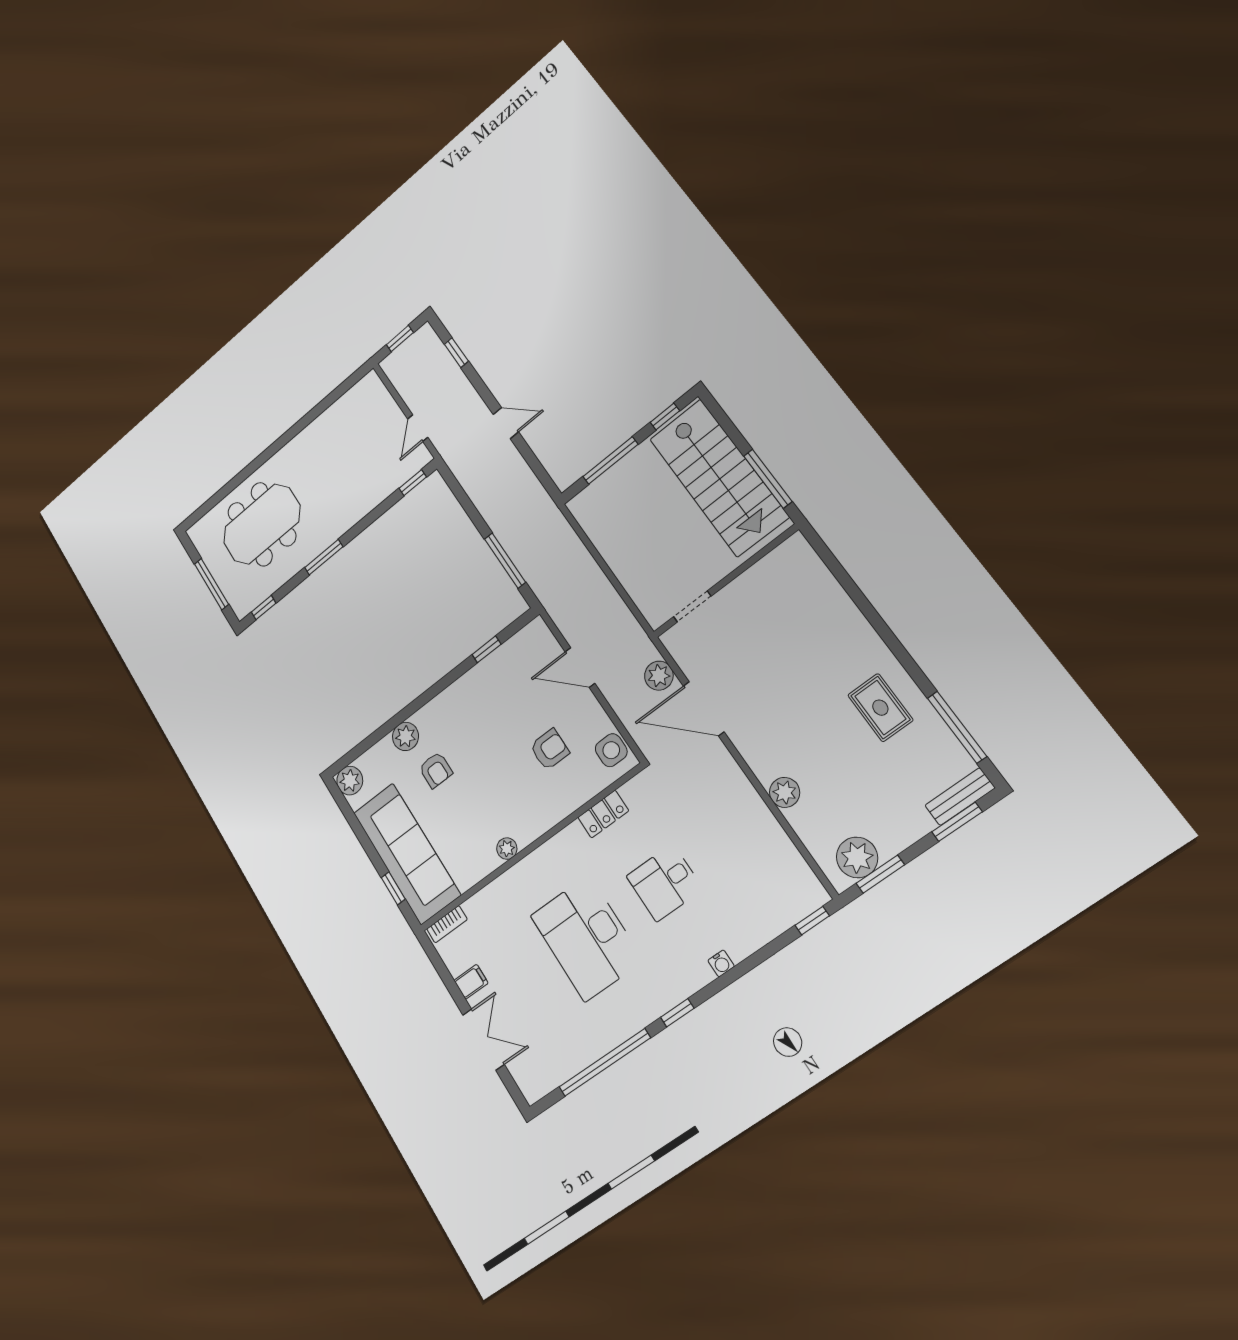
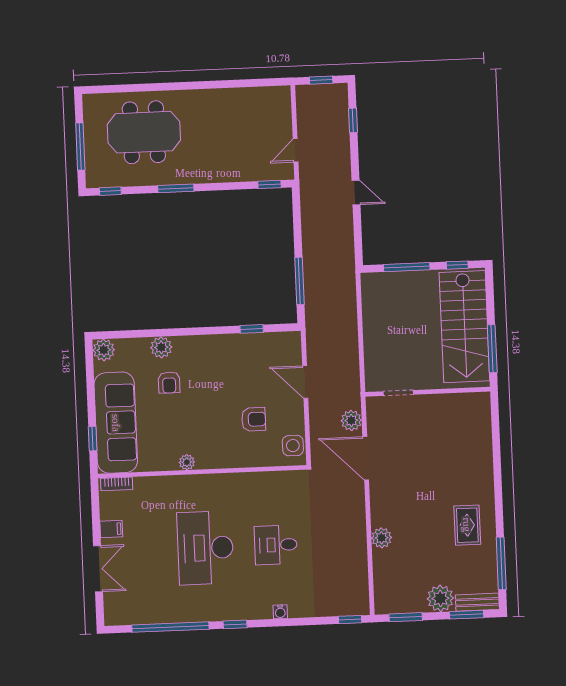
locker: (603, 814) -> (263, 481), removed
plant: (857, 857) -> (440, 598), moved

